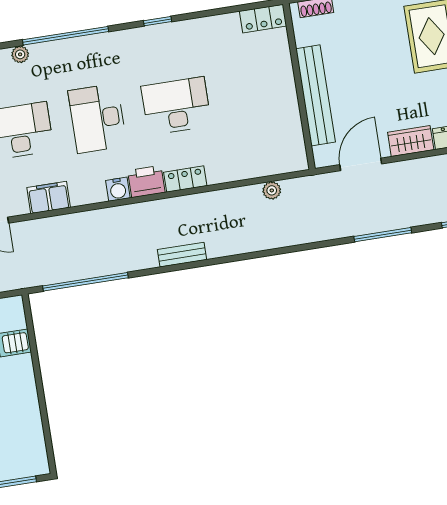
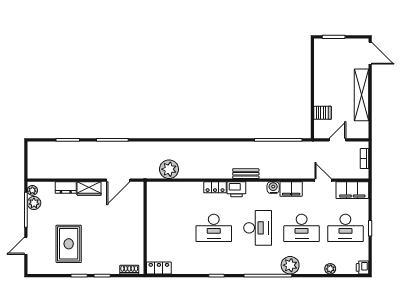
plant: (20, 54) -> (290, 265), width x1.88, depth x1.88
bench: (316, 95) -> (137, 222), removed
water cooler: (118, 189) -> (273, 188), moved
plant: (272, 190) -> (169, 169), width x1.88, depth x1.88
bench: (182, 255) -> (246, 174), moved

